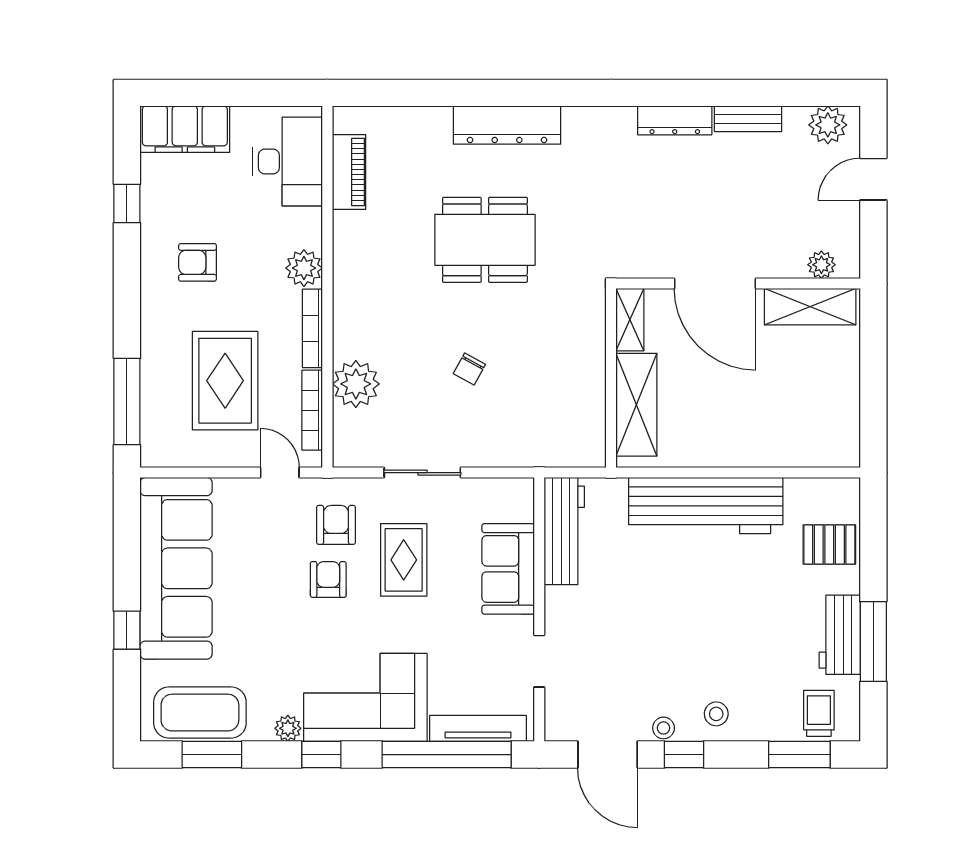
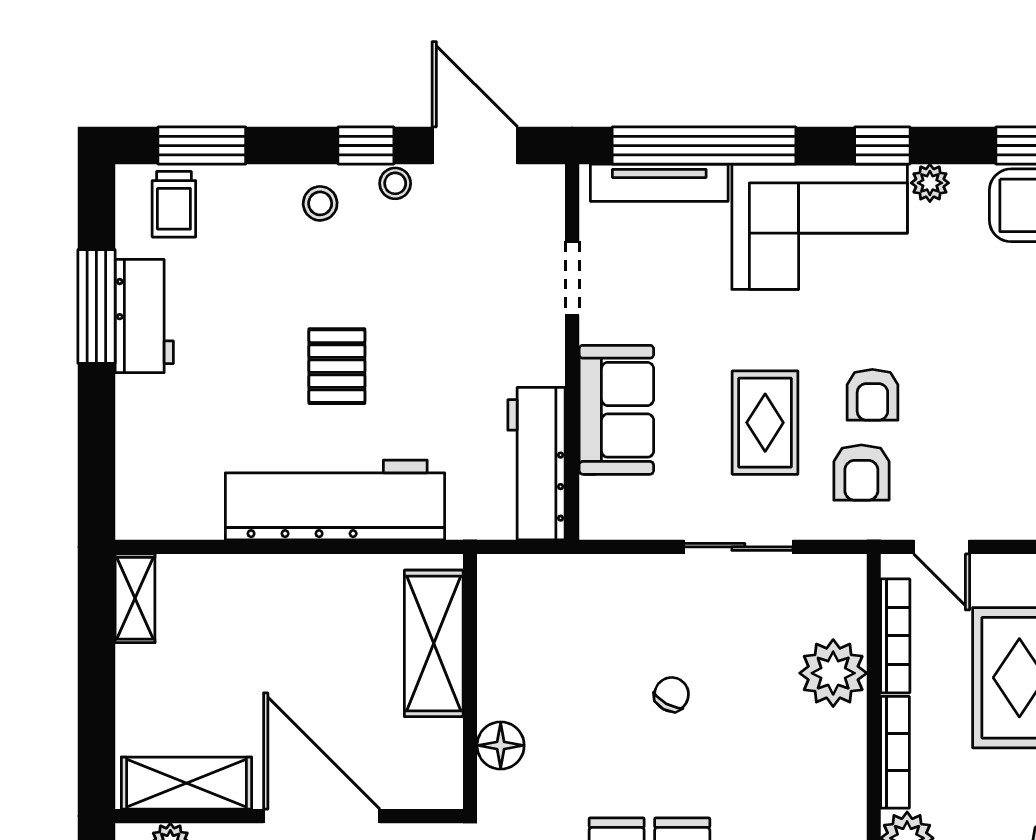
shelving: (630, 320) -> (135, 598), moved
floor lamp: (589, 333) -> (501, 745), added
pallet: (829, 544) -> (337, 366), moved, turned 90

